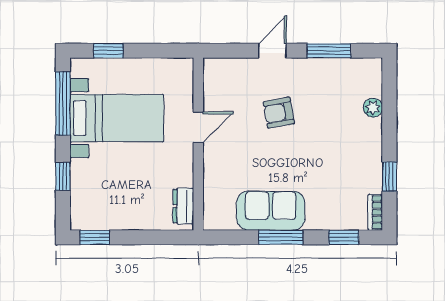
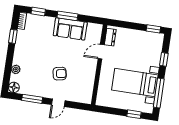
floor lamp: (371, 69) -> (14, 87), added
door: (198, 127) -> (101, 52), moved

